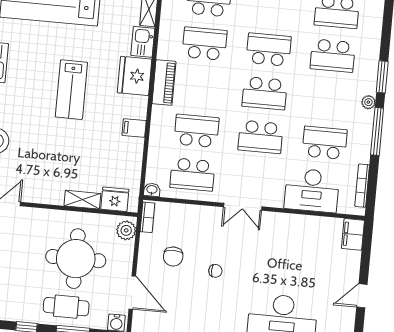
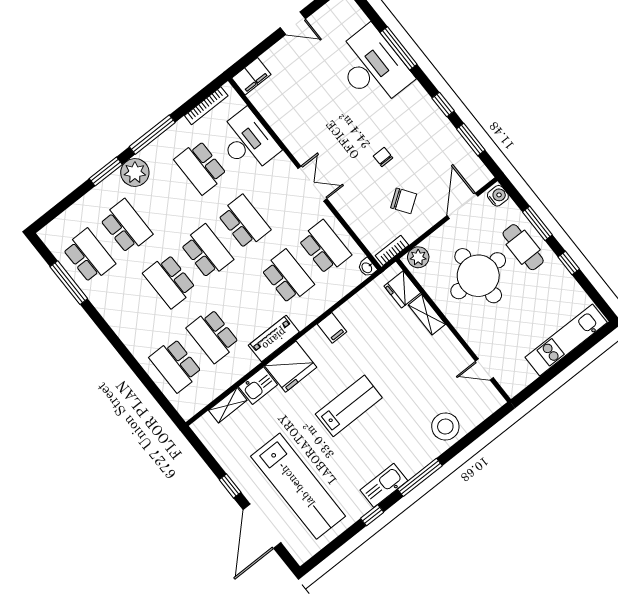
plant: (368, 102) -> (135, 172), width x1.88, depth x1.88
school desk: (196, 131) -> (287, 277), turned 180
chair: (173, 257) -> (404, 201), turned 55

